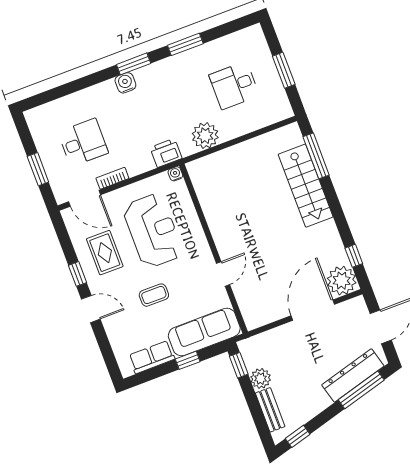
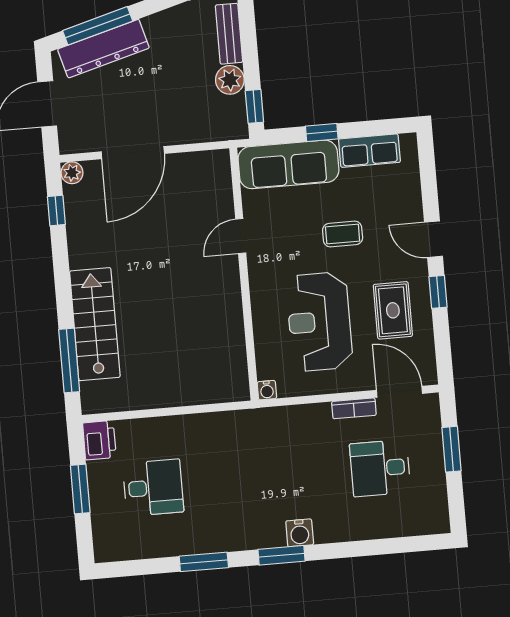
plant: (205, 136) -> (212, 431), removed
printer: (166, 153) -> (99, 440), moved, turned -90
plant: (342, 281) -> (72, 173), width x0.53, depth x0.53

